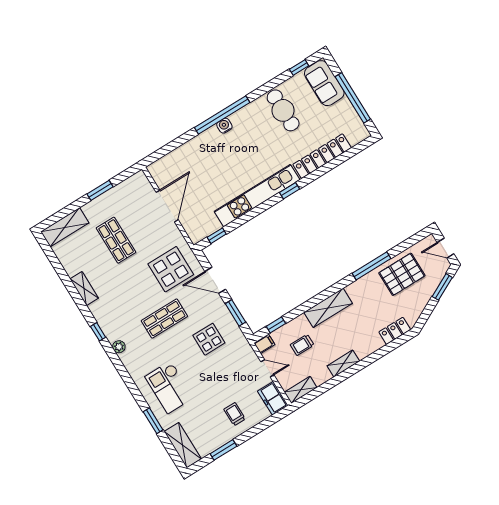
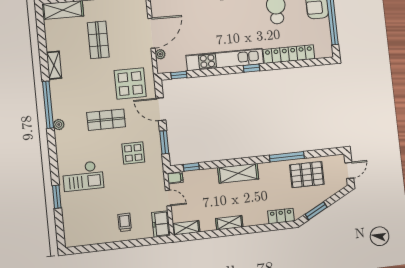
plant: (187, 223) -> (160, 54), added
door: (446, 248) -> (349, 170), swing flipped
window: (442, 287) -> (316, 211), moved
window: (98, 332) -> (48, 105), width x3.17
trolley: (302, 345) -> (204, 193), removed
checkout: (169, 387) -> (83, 176), turned -90
shelving: (183, 445) -> (71, 228), removed
window: (223, 450) -> (102, 247), removed

